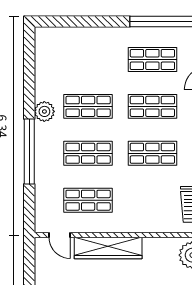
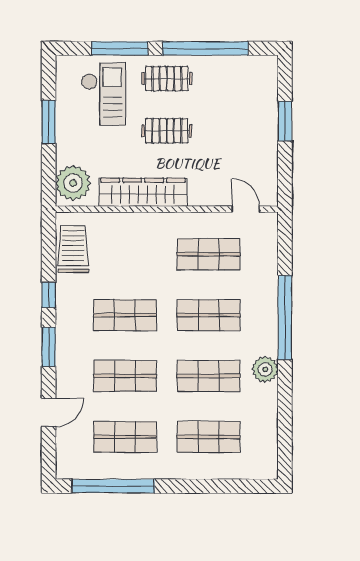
shop shelf: (88, 59) -> (209, 437), added
wardrobe: (108, 248) -> (143, 192), moved

